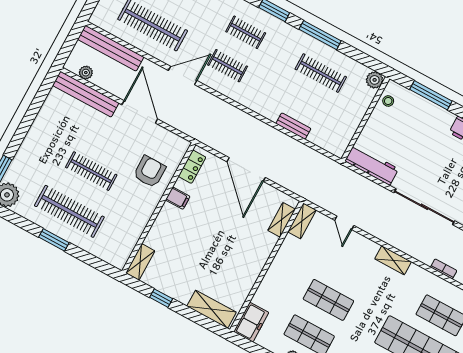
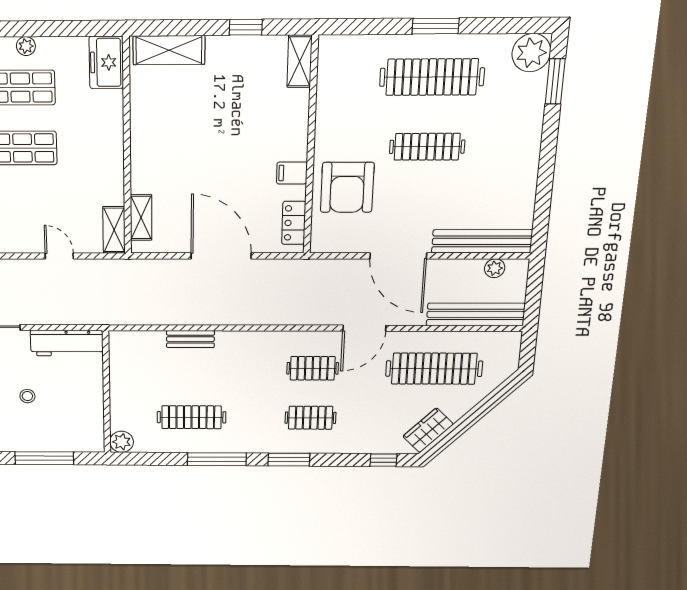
stool: (388, 101) -> (27, 396), moved
armchair: (150, 172) -> (347, 187), width x1.36, depth x1.36

